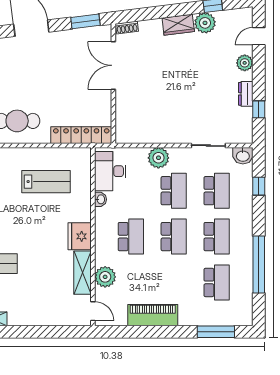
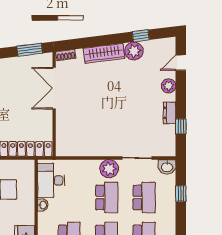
wardrobe: (178, 25) -> (104, 53), width x1.50
plant: (158, 158) -> (109, 169), moved

